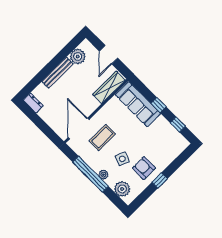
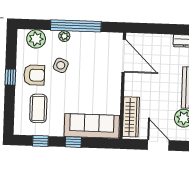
coffee table: (102, 137) -> (38, 108), moved

